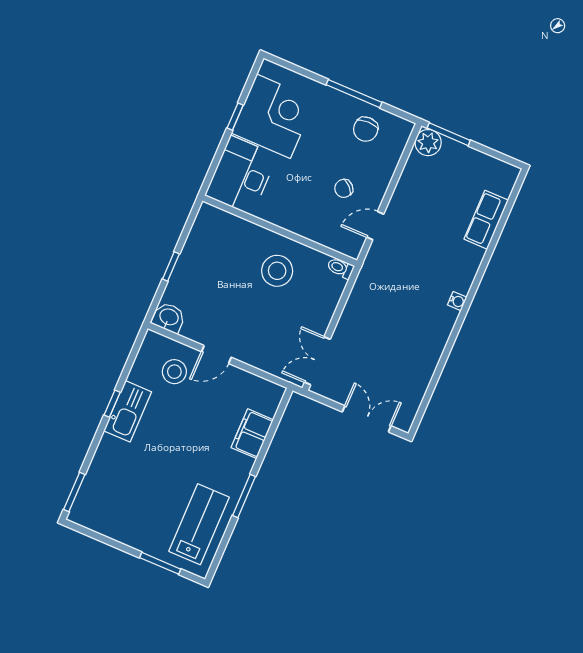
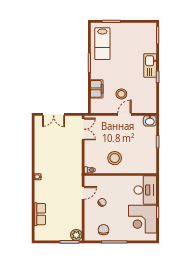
stool: (174, 372) -> (121, 94), moved
kitchen sink: (128, 411) -> (150, 65), moved

